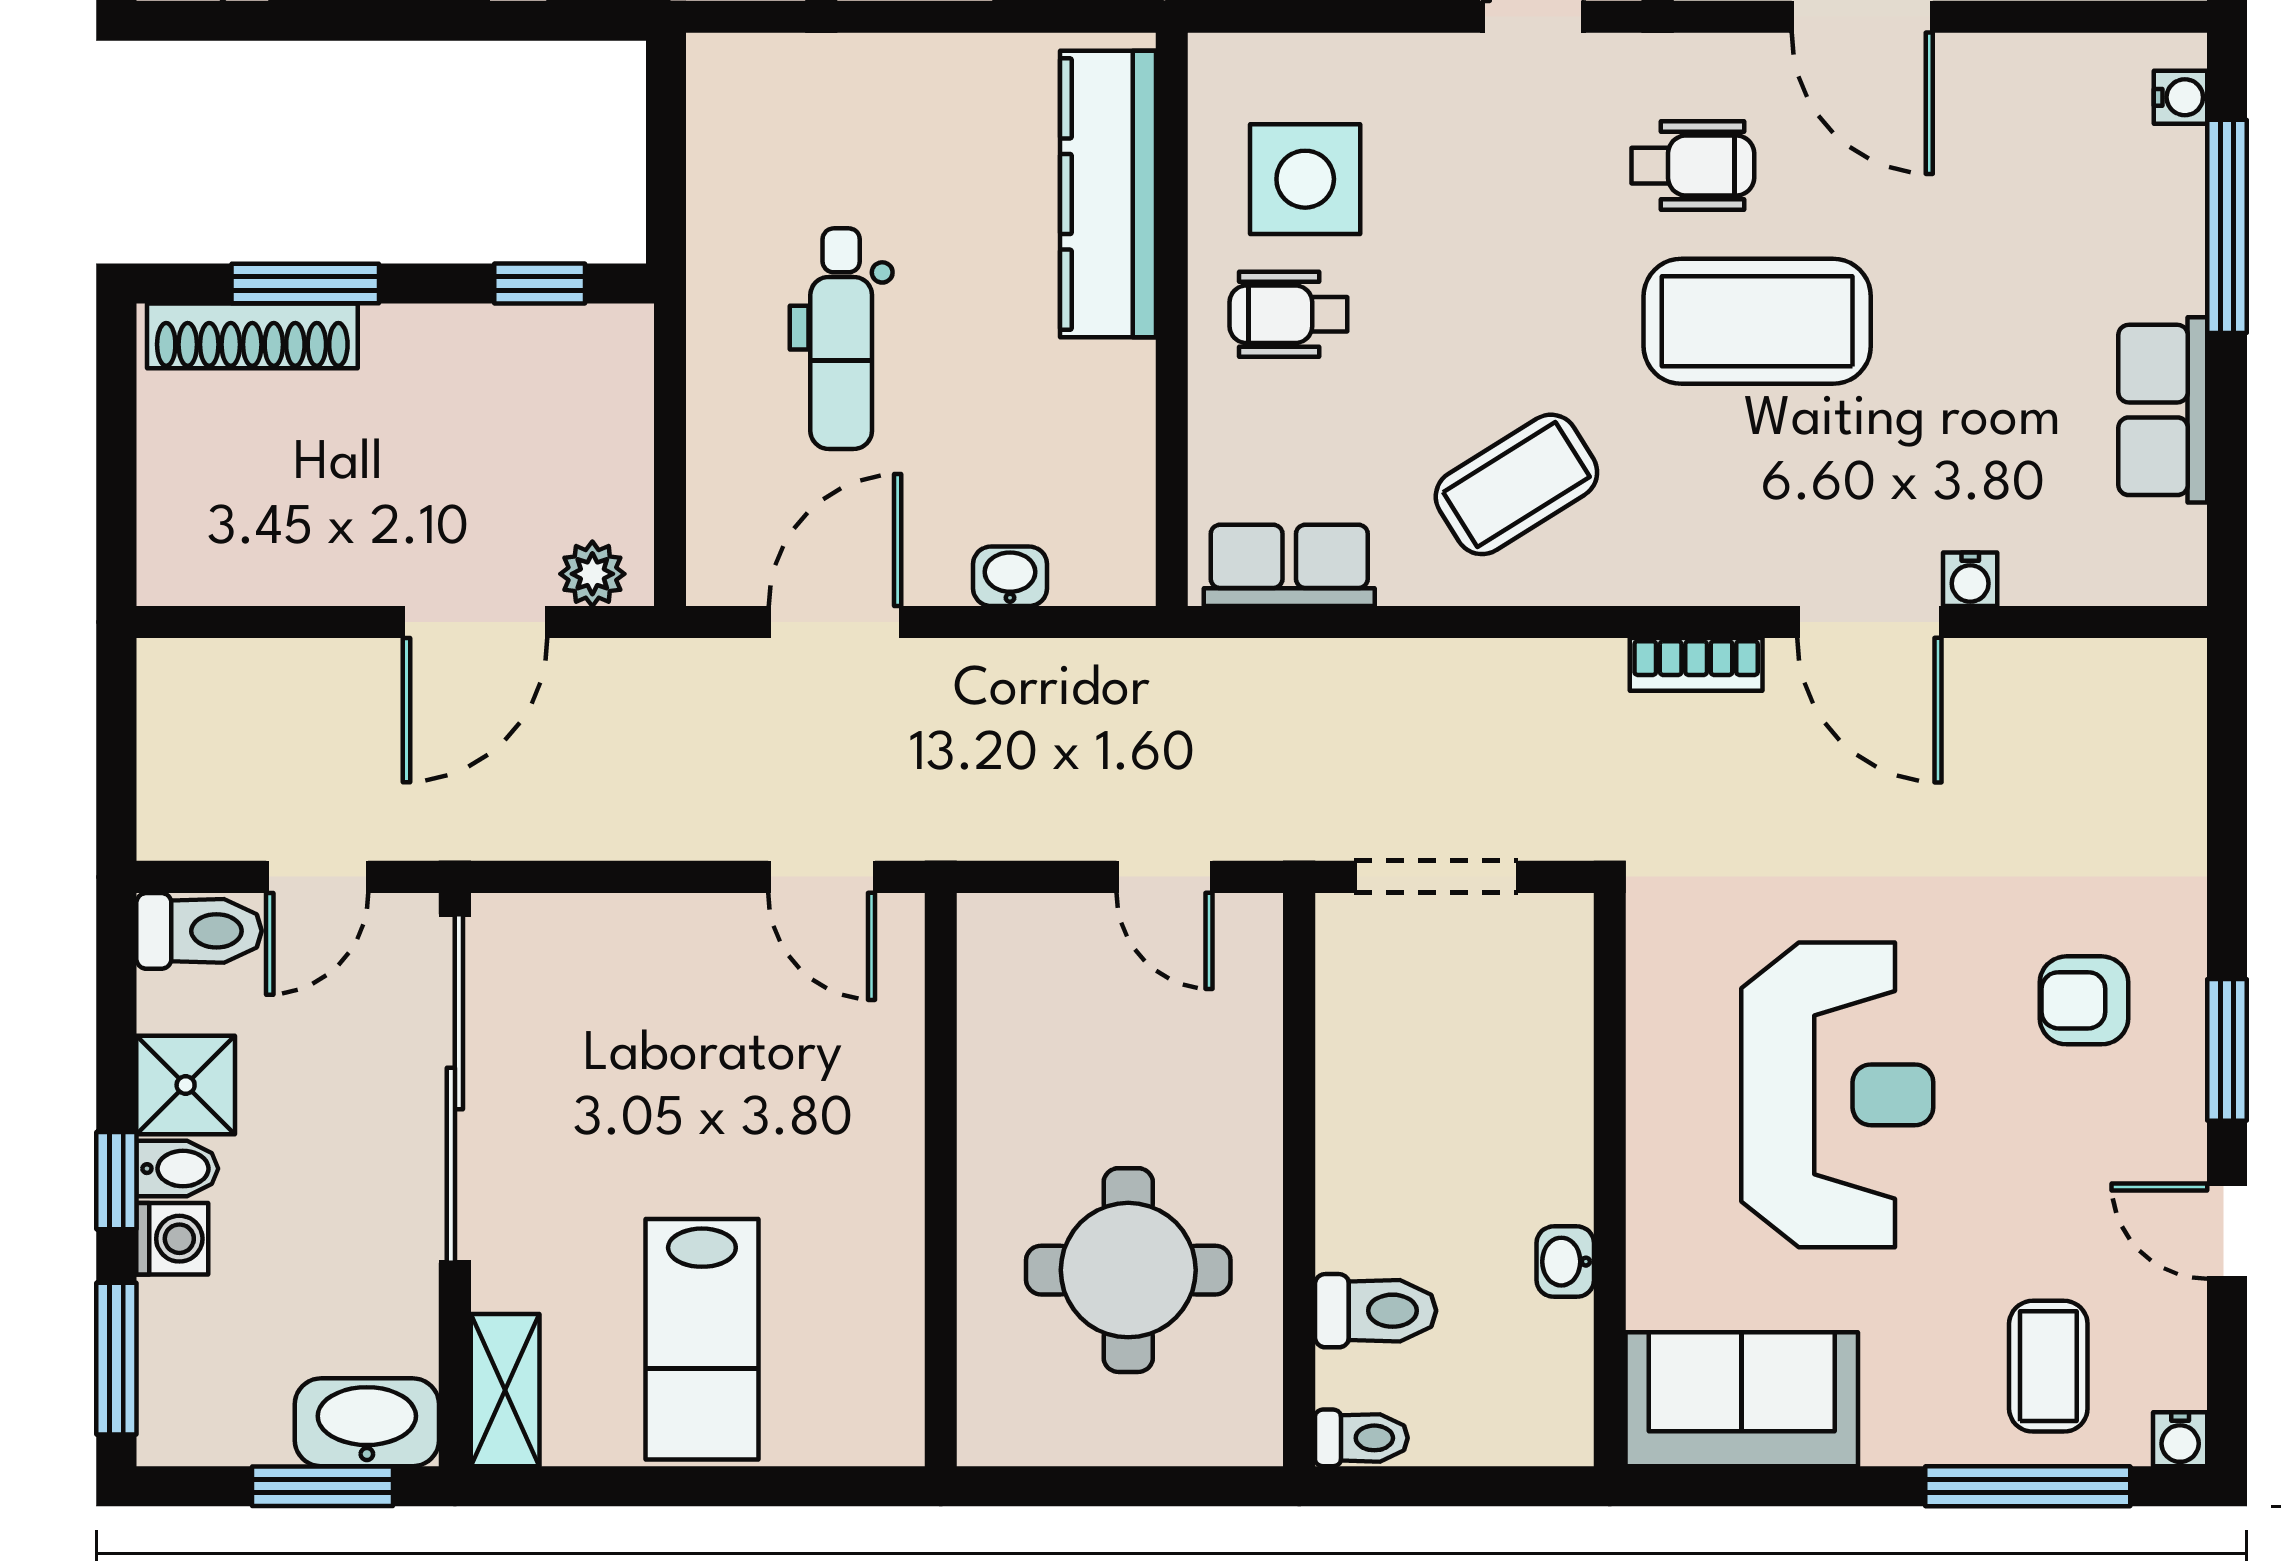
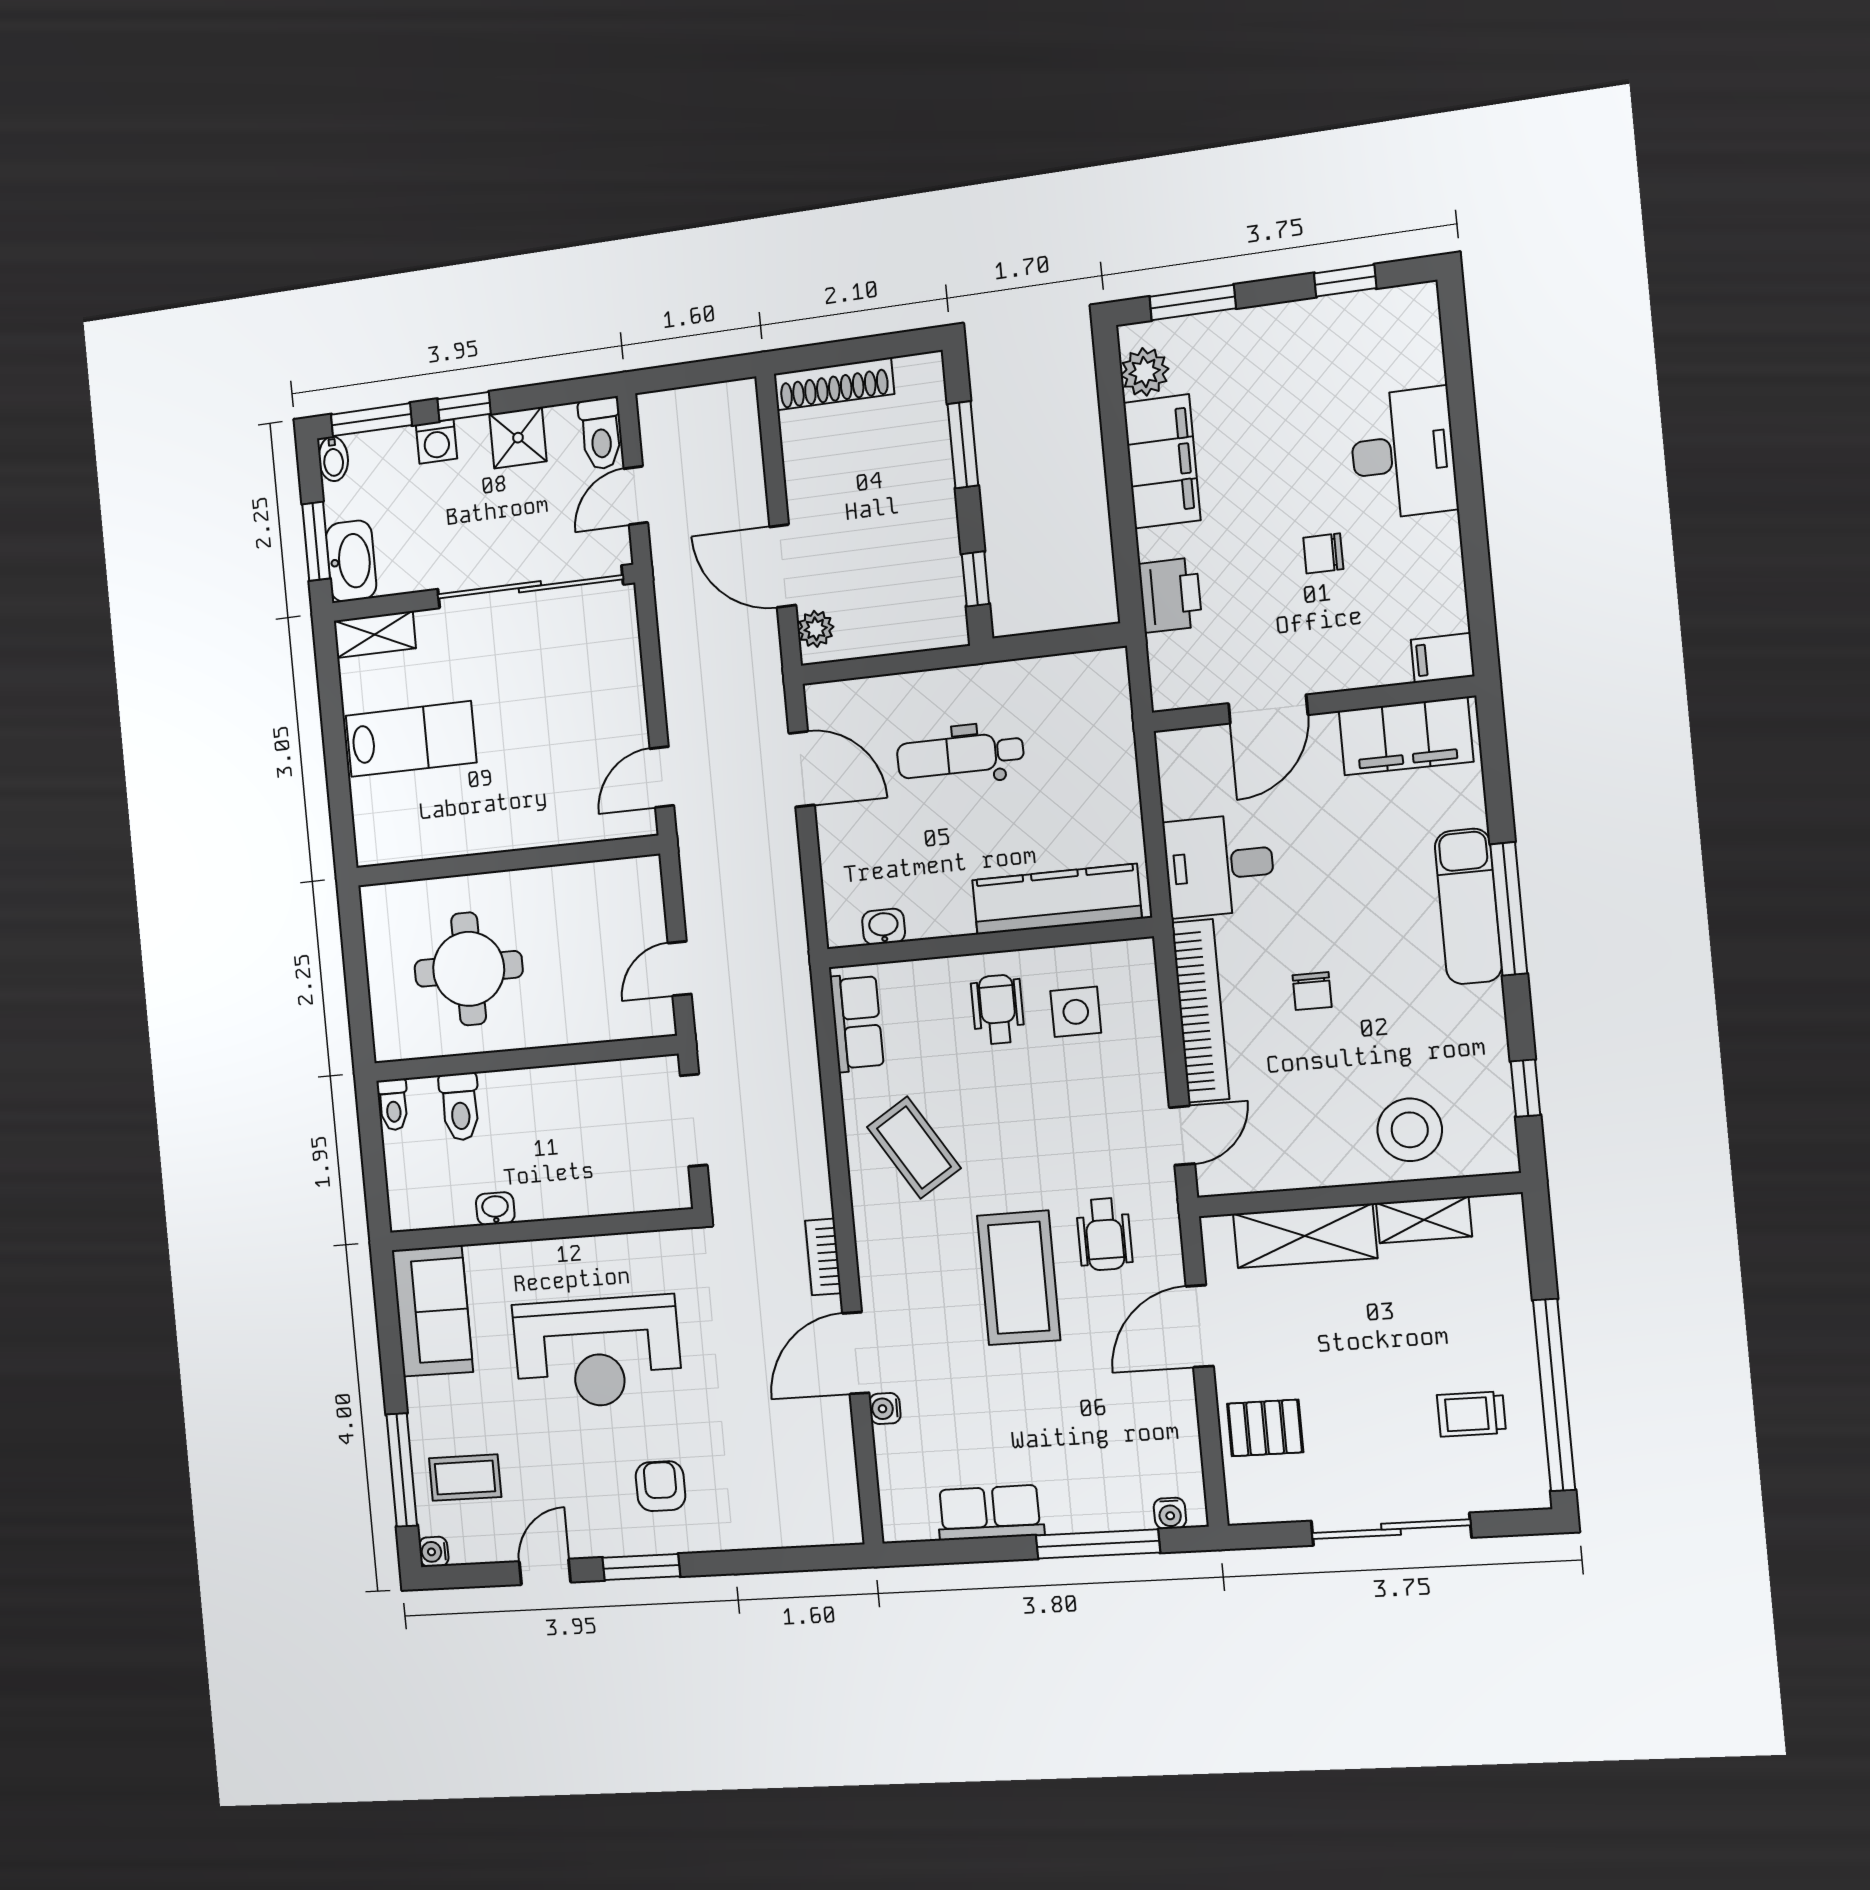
side table: (1305, 179) -> (1076, 1012), width x0.73, depth x0.73
shoe rack: (252, 336) -> (834, 384), moved, turned -90
washbasin: (1010, 576) -> (884, 927), moved, turned -90
door: (317, 877) -> (636, 496), hinge flipped
bidet: (177, 1169) -> (333, 459), moved
lab bench: (702, 1339) -> (411, 739), turned 180

